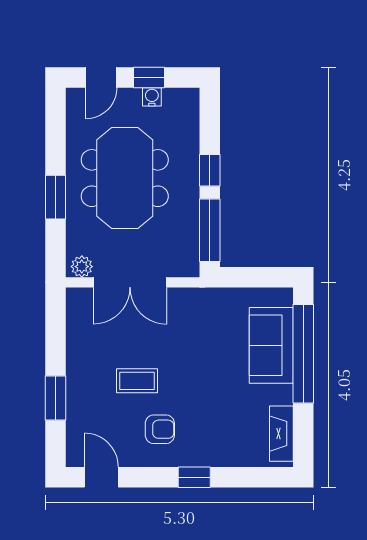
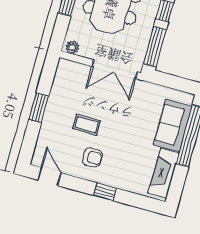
double door: (130, 282) -> (115, 69), moved
window: (55, 398) -> (39, 108), moved
fireplace: (281, 434) -> (164, 173), width x1.37, depth x1.32

